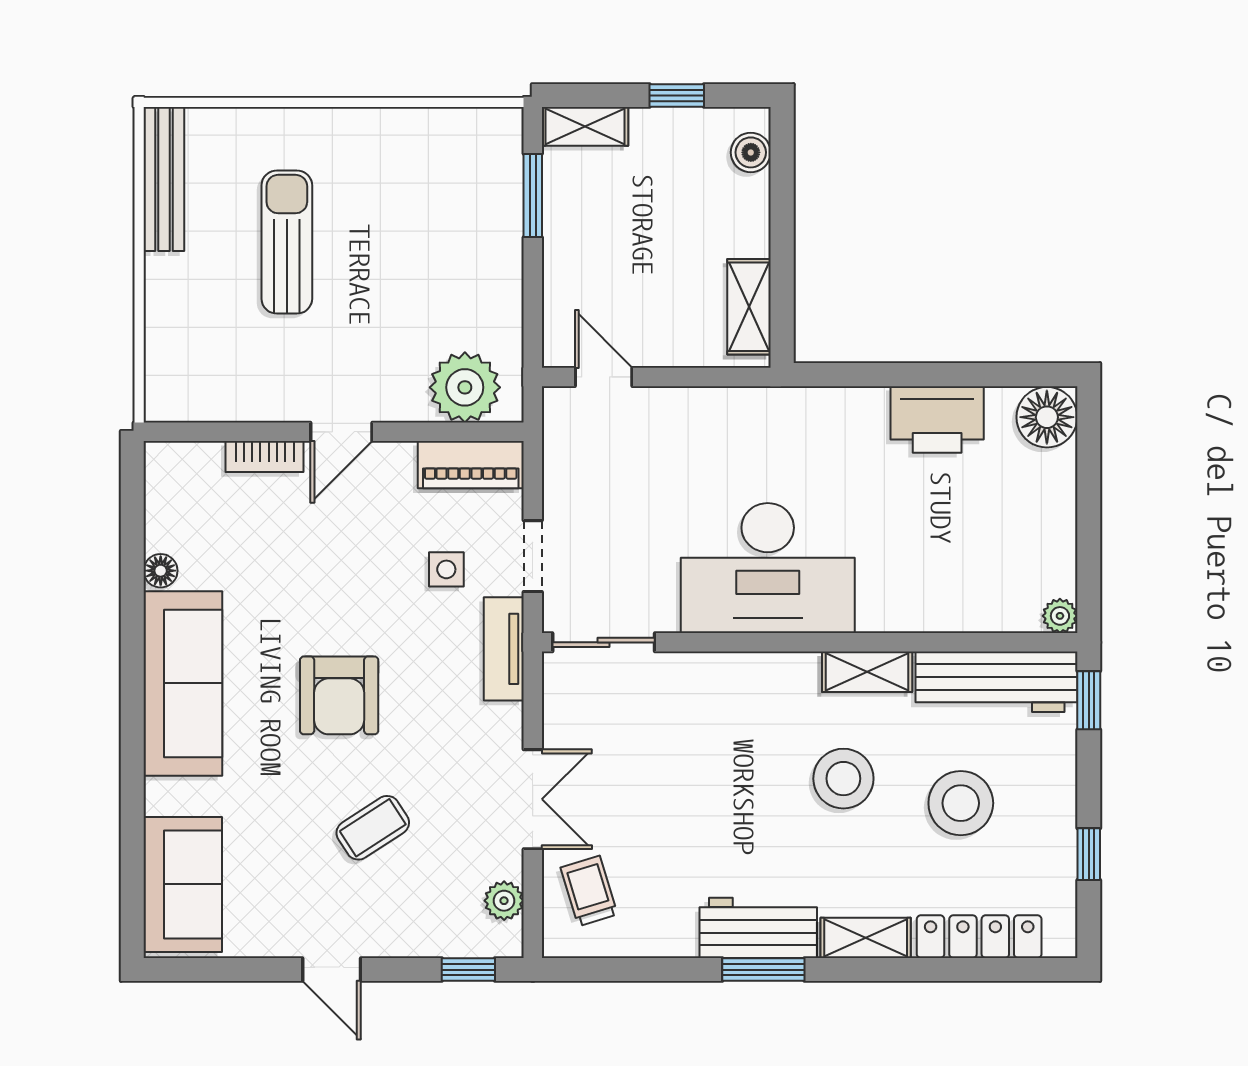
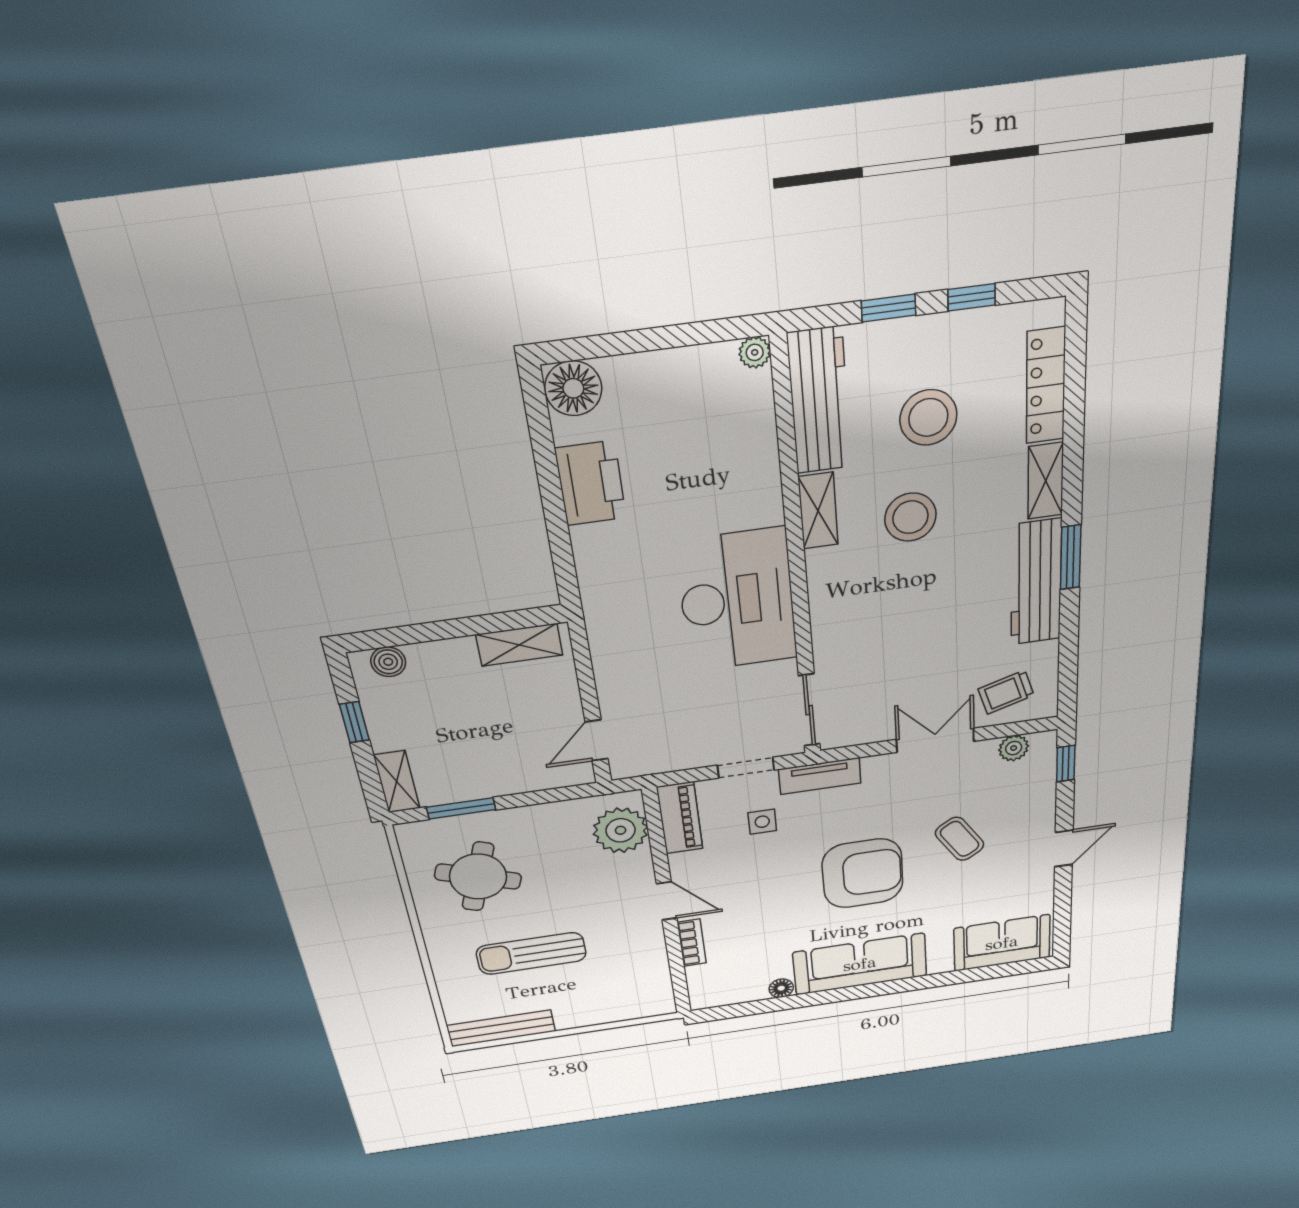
round table: (425, 197) -> (478, 877), added
armchair: (339, 695) -> (863, 873), width x1.36, depth x1.36
window: (1089, 700) -> (889, 308), moved
workbench: (758, 928) -> (1036, 582), width x1.38

